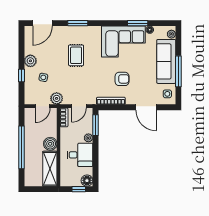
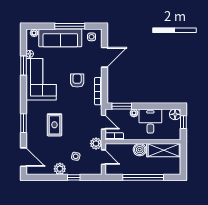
rug: (76, 55) -> (54, 125), turned 90

